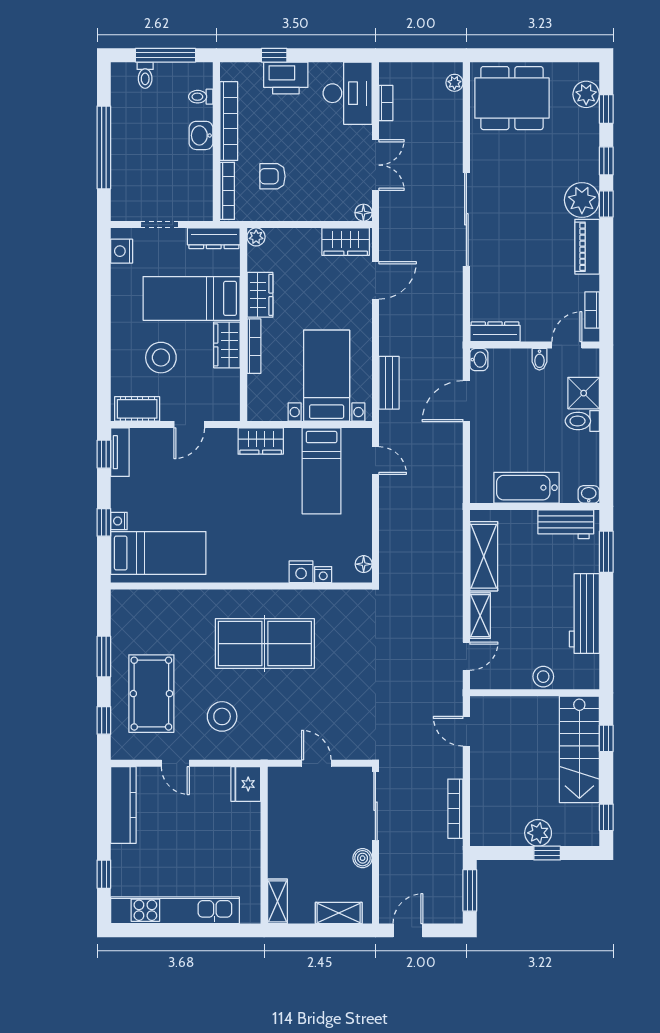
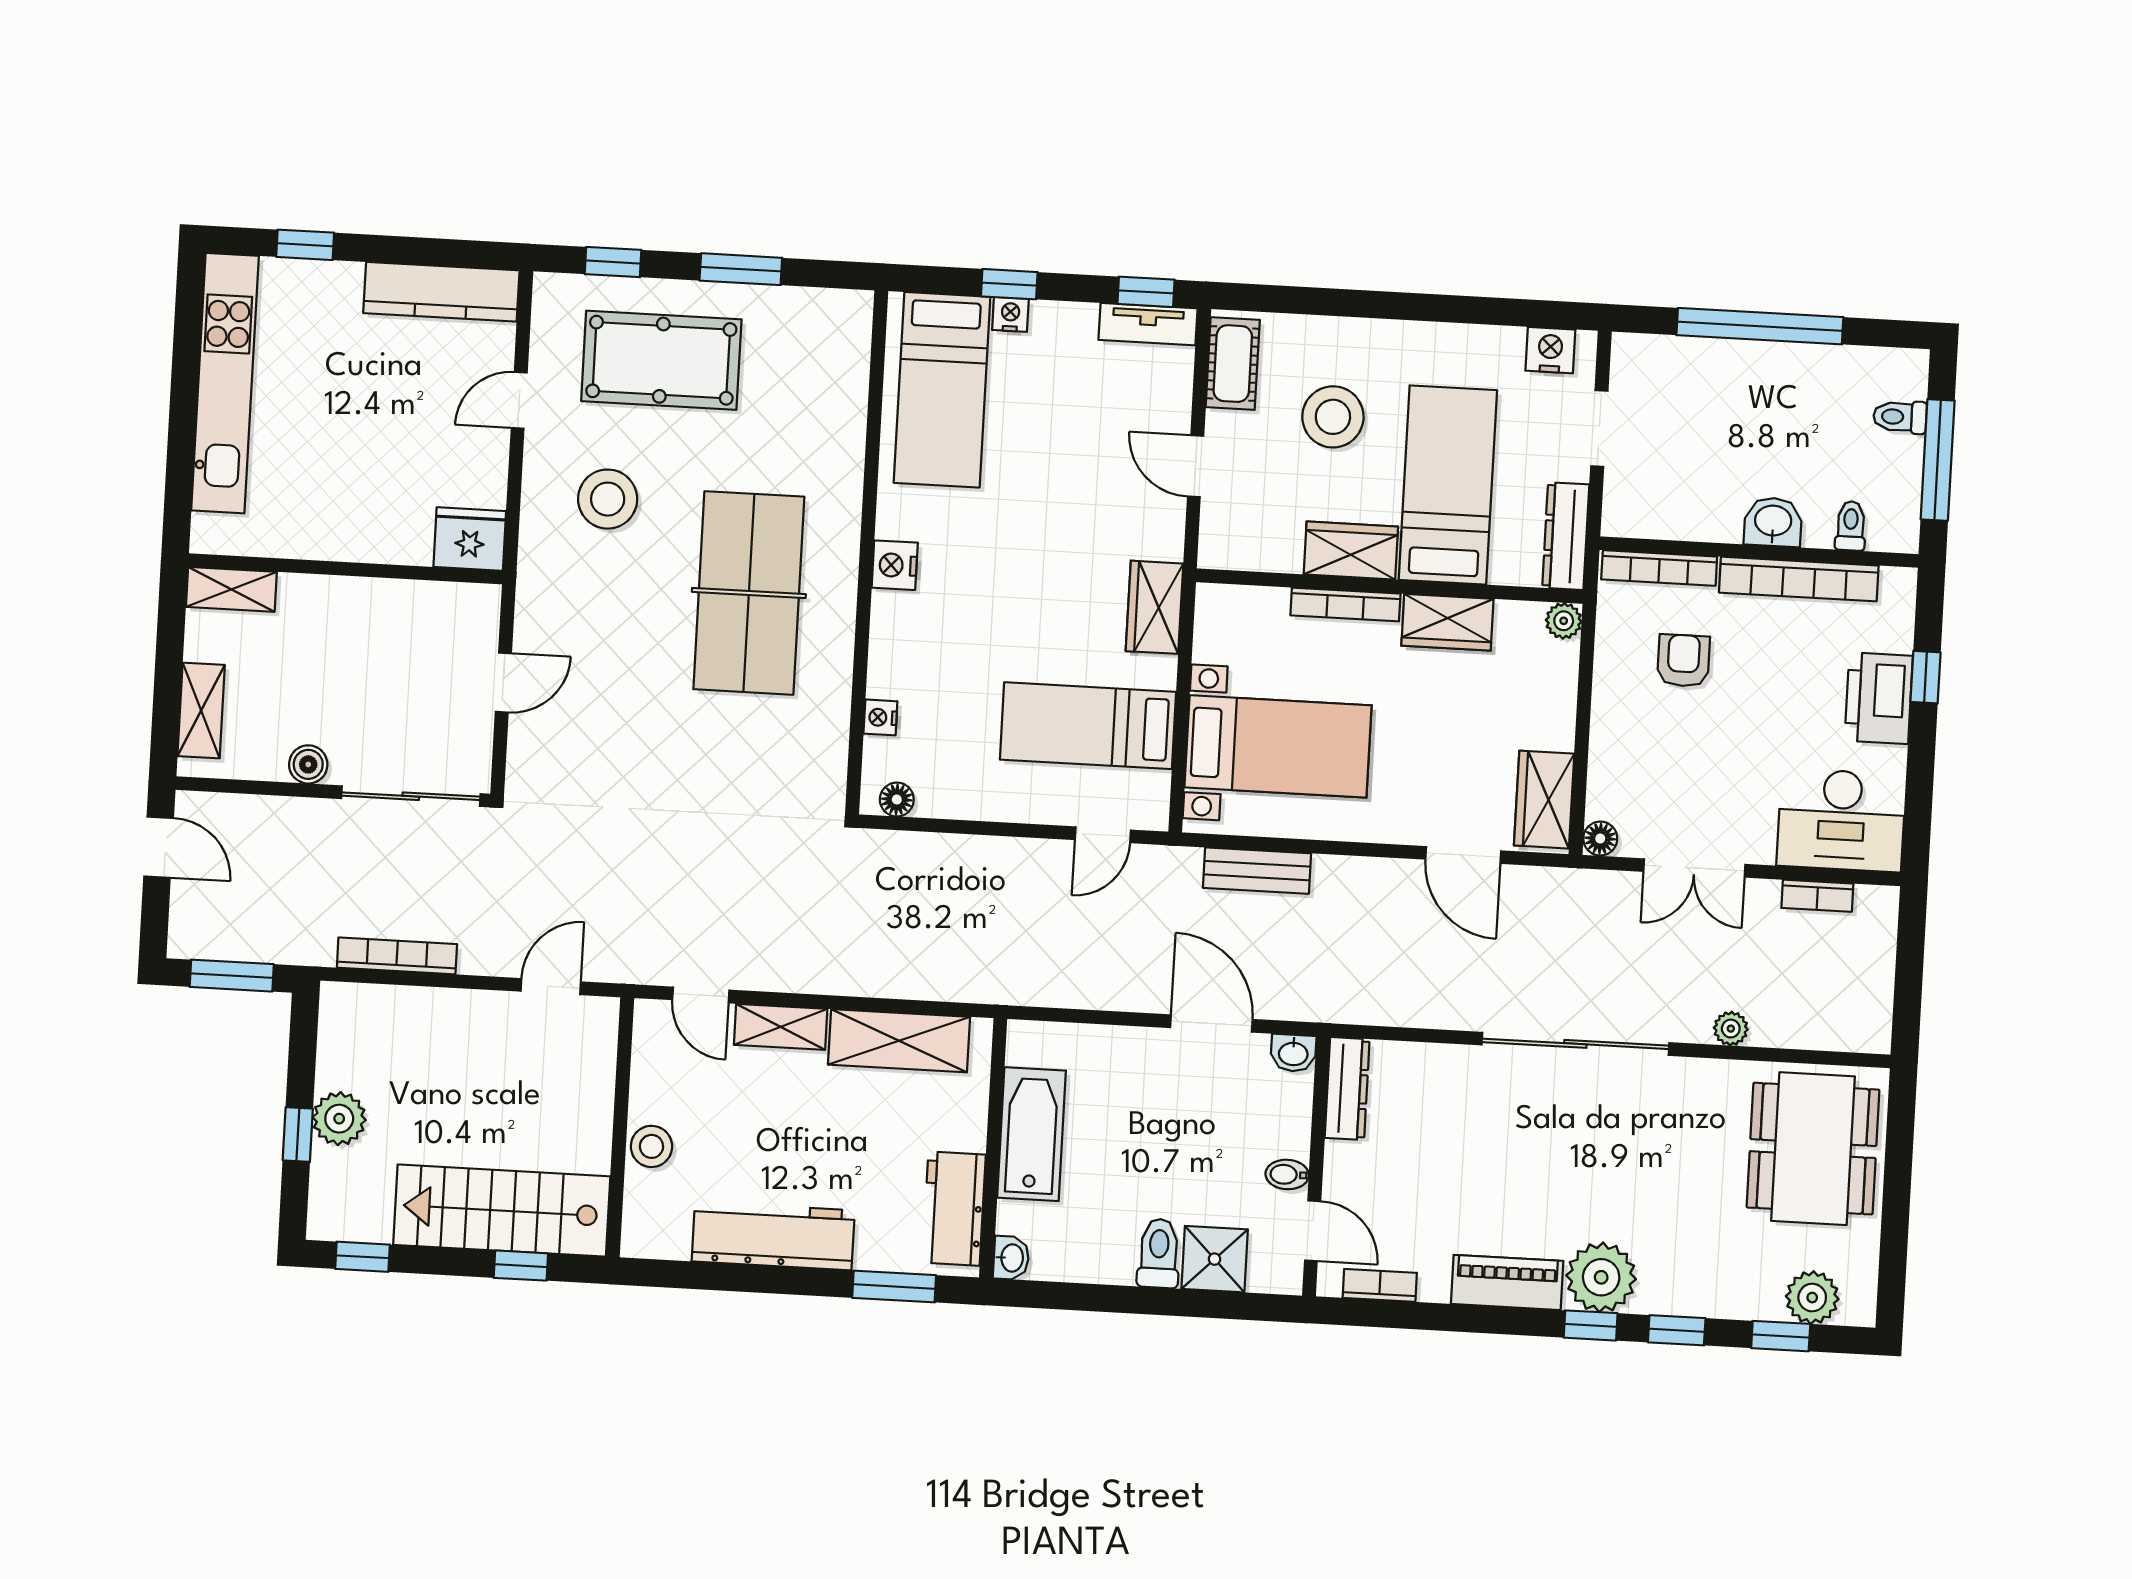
plant: (454, 83) -> (1731, 1029), moved
nightstand: (301, 572) -> (895, 565), moved

